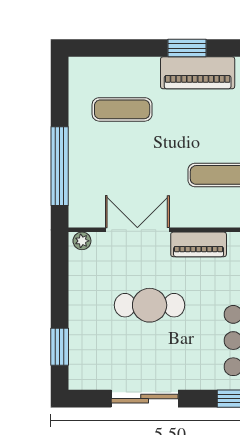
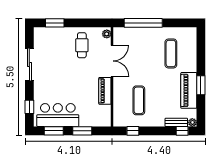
cafe table: (150, 305) -> (82, 45), moved, width x0.73, depth x0.74

